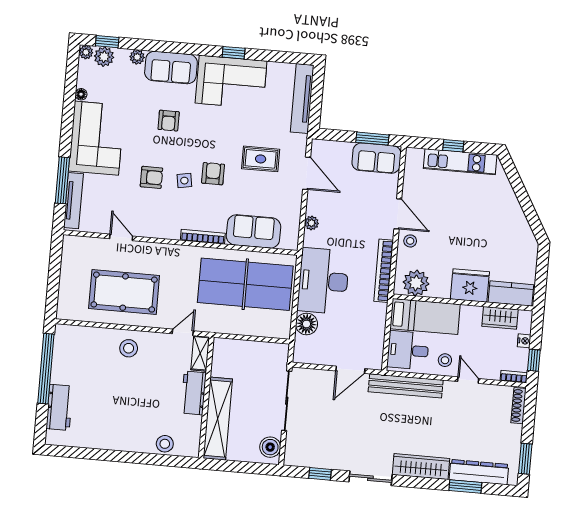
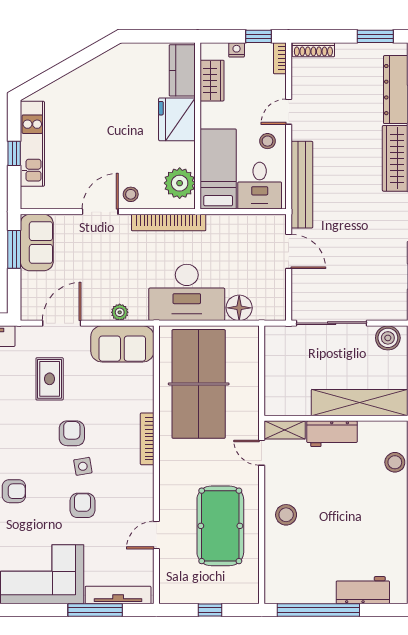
armchair: (213, 174) -> (72, 433), turned 90
sofa: (253, 231) -> (122, 344), moved, turned -90
window: (54, 277) -> (210, 610), added

